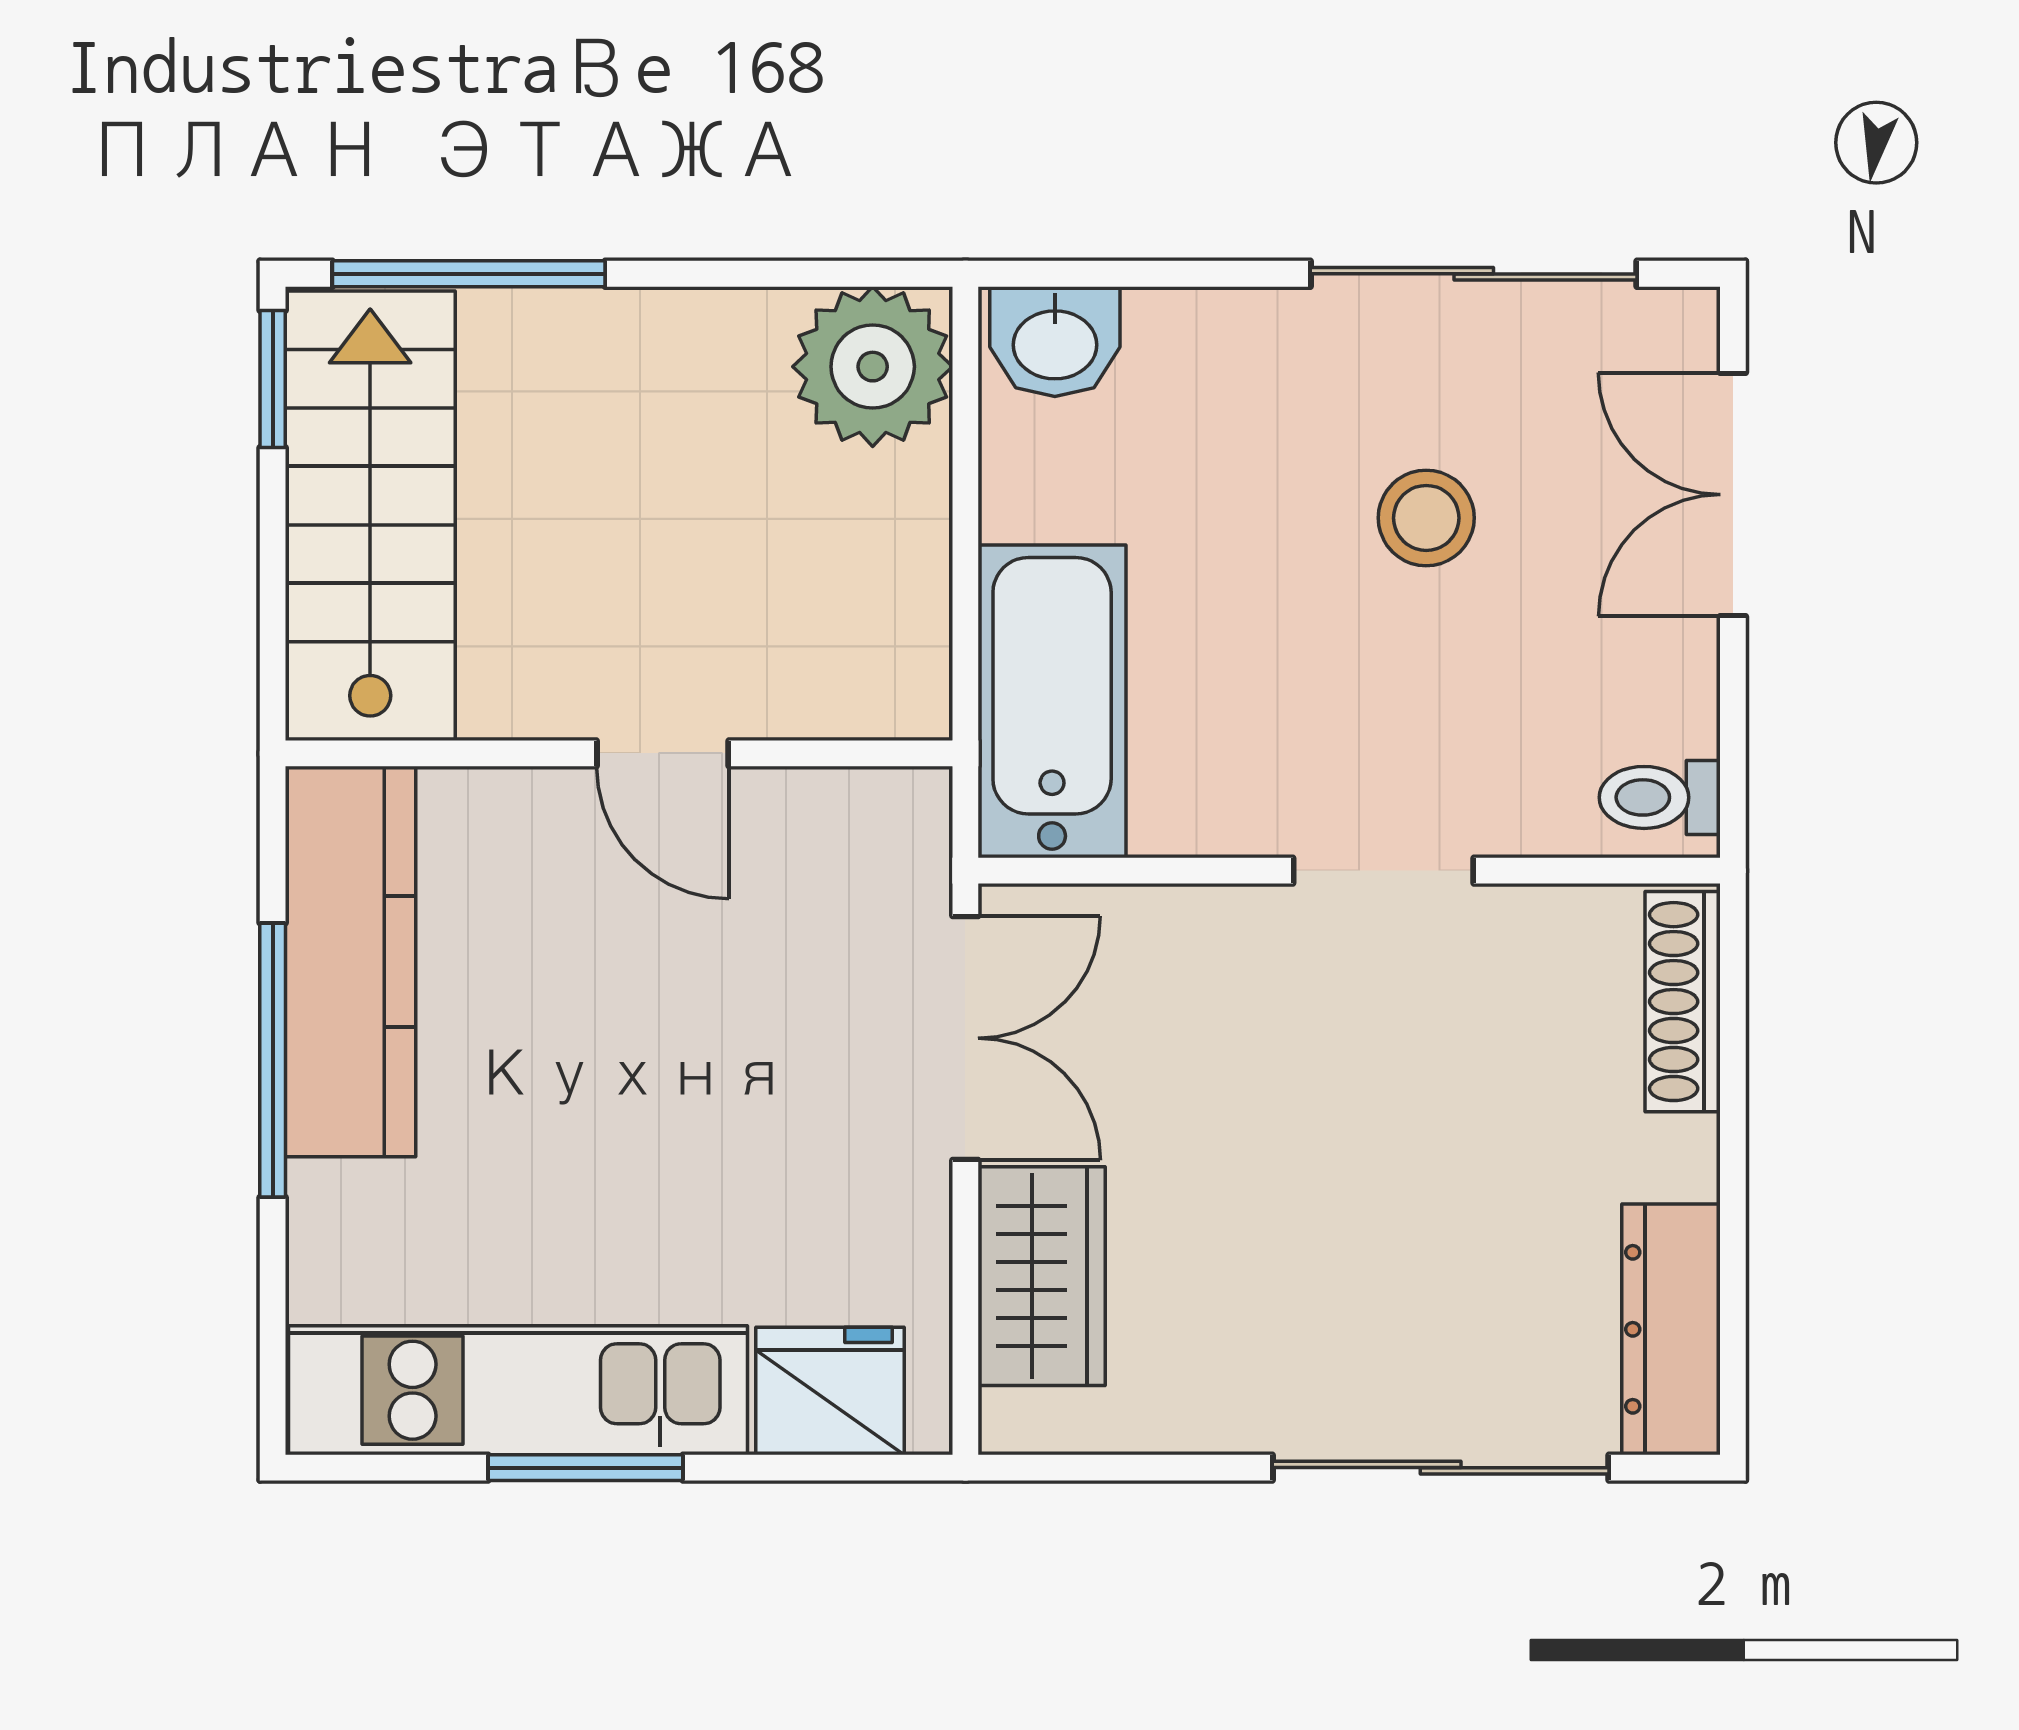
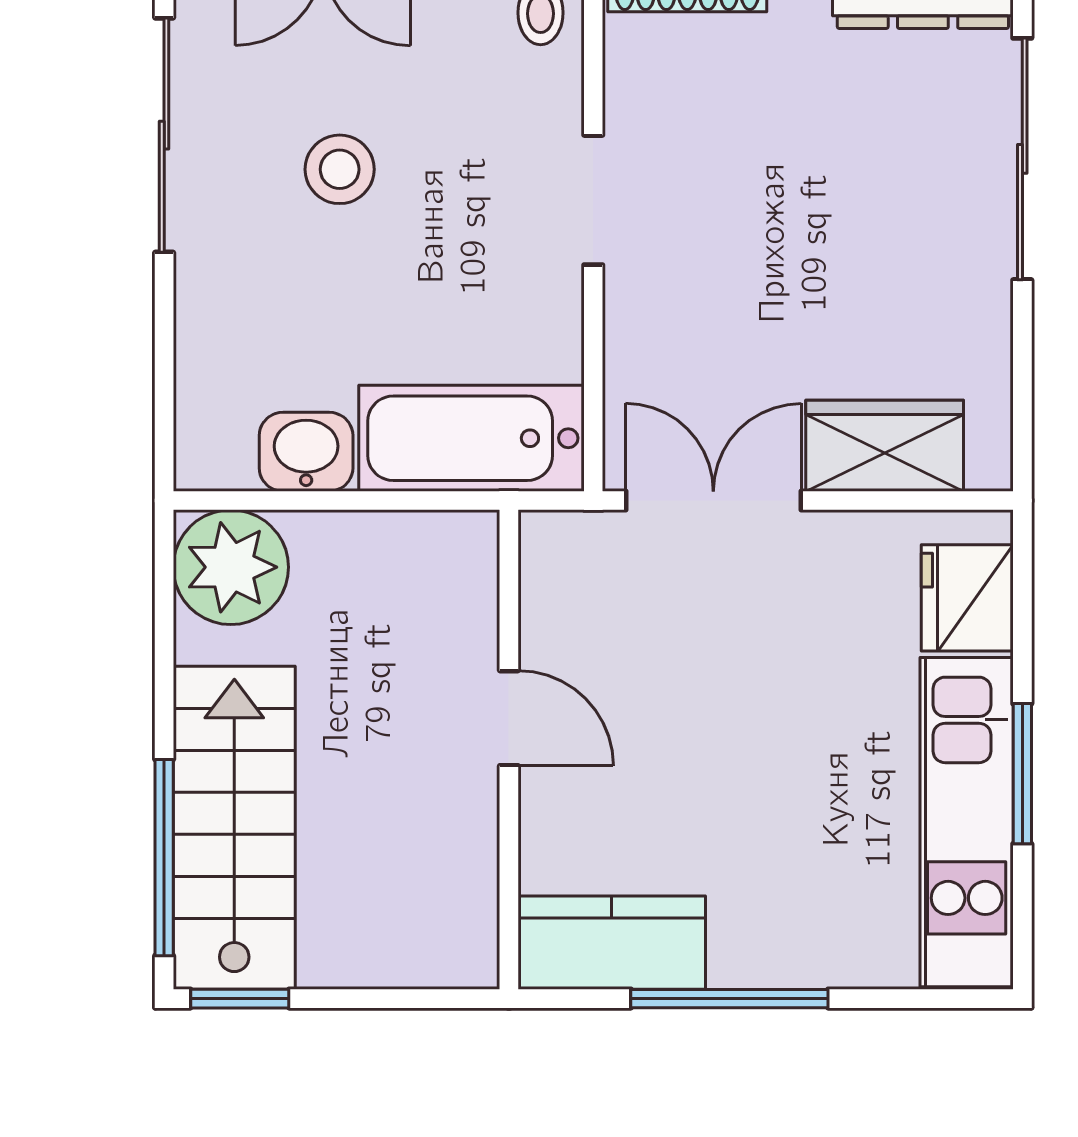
washbasin: (1055, 342) -> (306, 452), moved, turned -90
stairs: (370, 516) -> (234, 828), moved, turned 90
door: (663, 753) -> (509, 718), hinge flipped
kitchen counter: (350, 962) -> (612, 943), width x0.67

